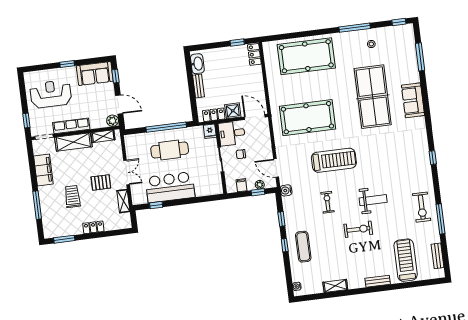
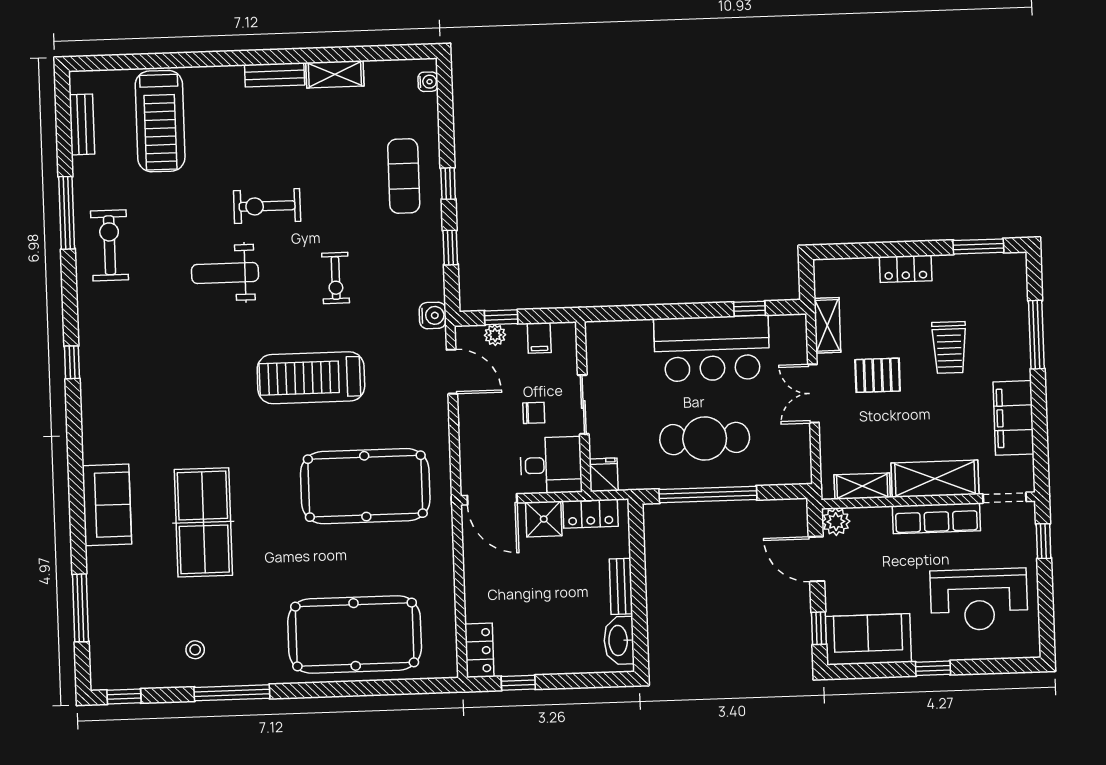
table tennis table: (373, 97) -> (203, 522), width x0.73, depth x0.76
bench: (378, 281) -> (275, 75), moved

